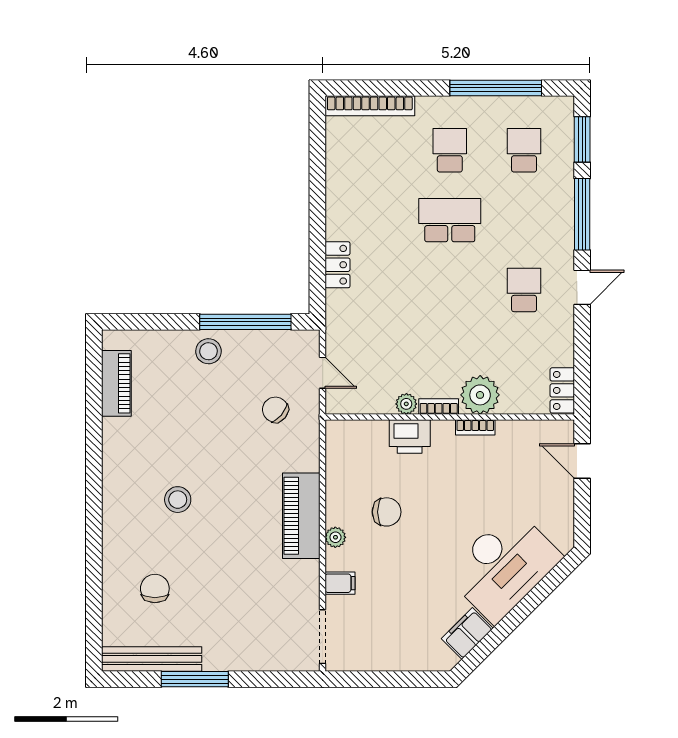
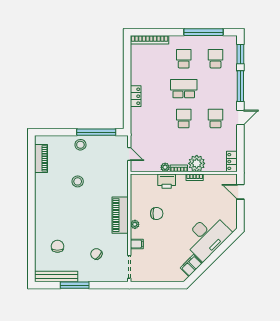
locker: (337, 265) -> (136, 96), moved
school desk: (450, 290) -> (184, 119), added
chair: (275, 410) -> (96, 254), moved
stool: (178, 500) -> (78, 181), moved

